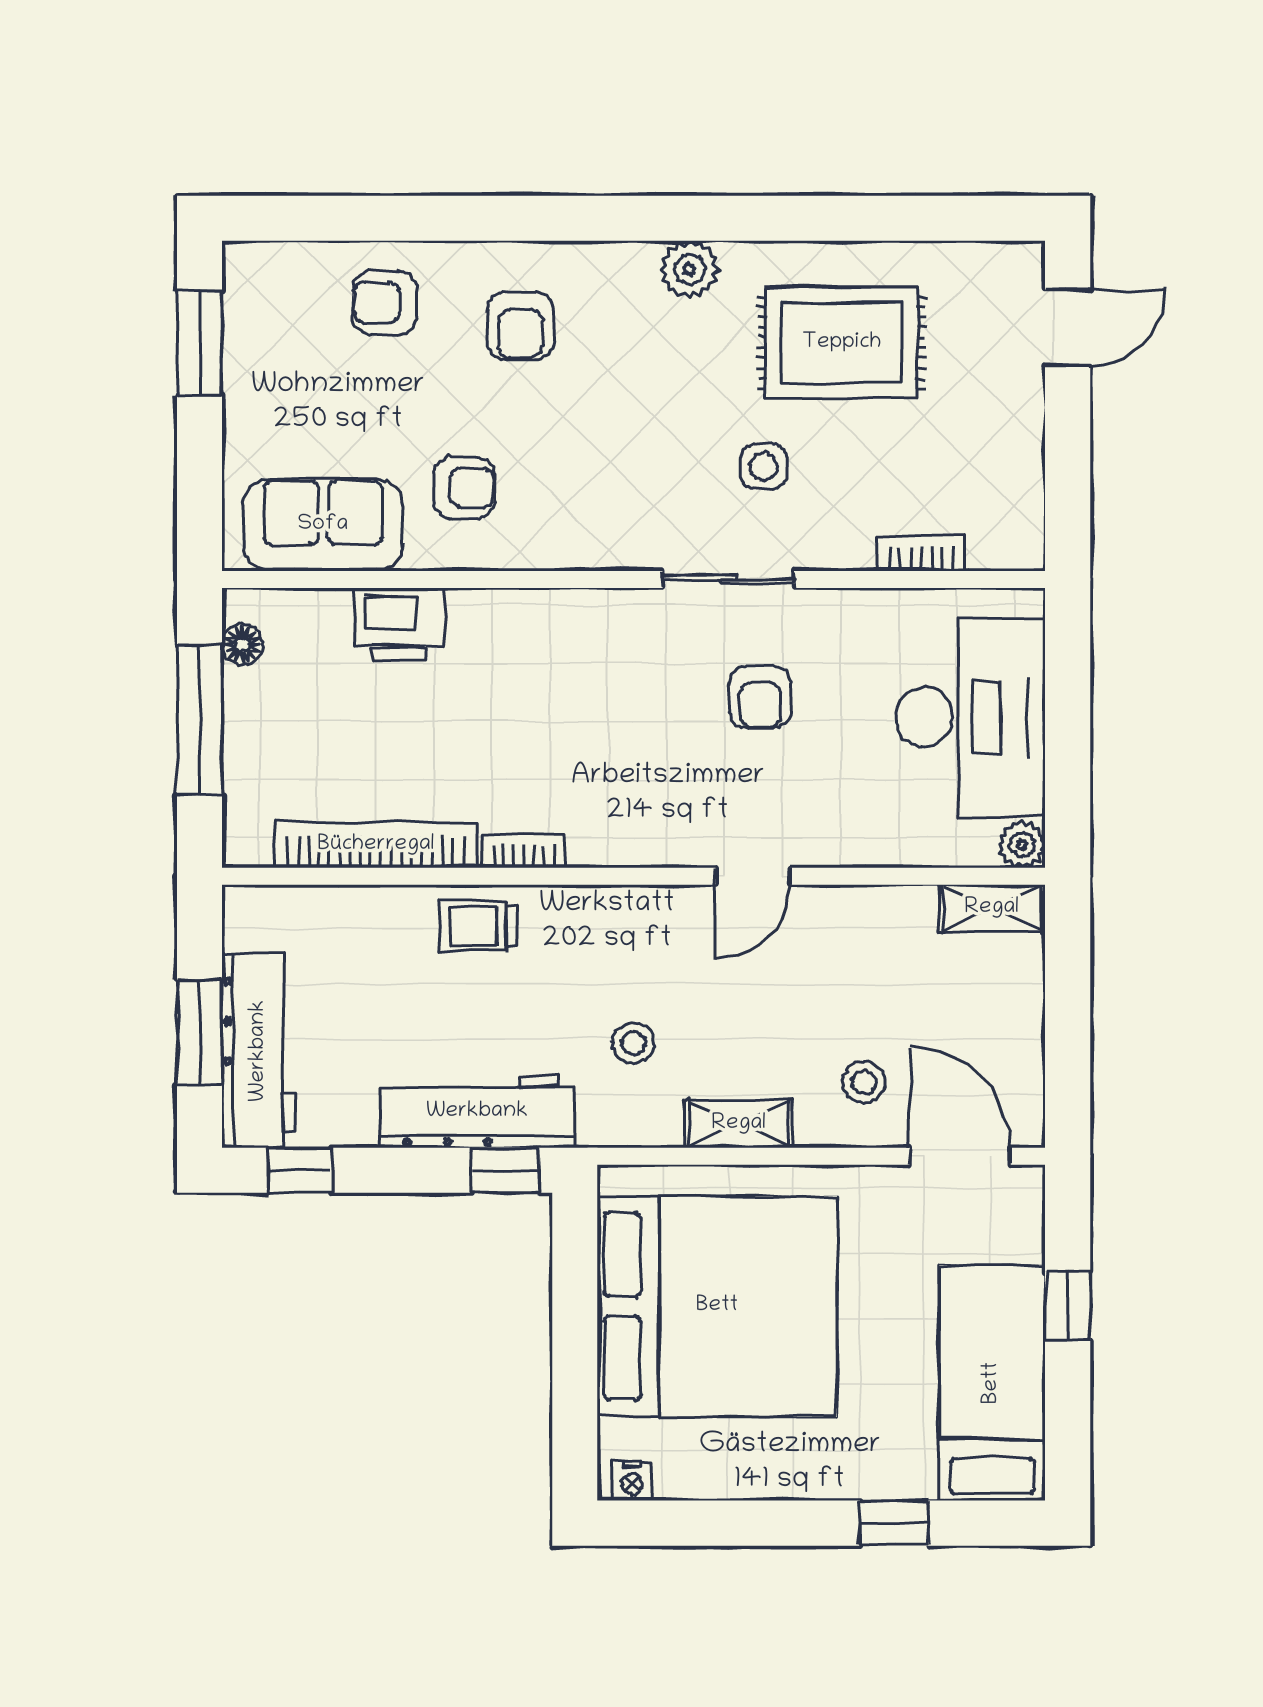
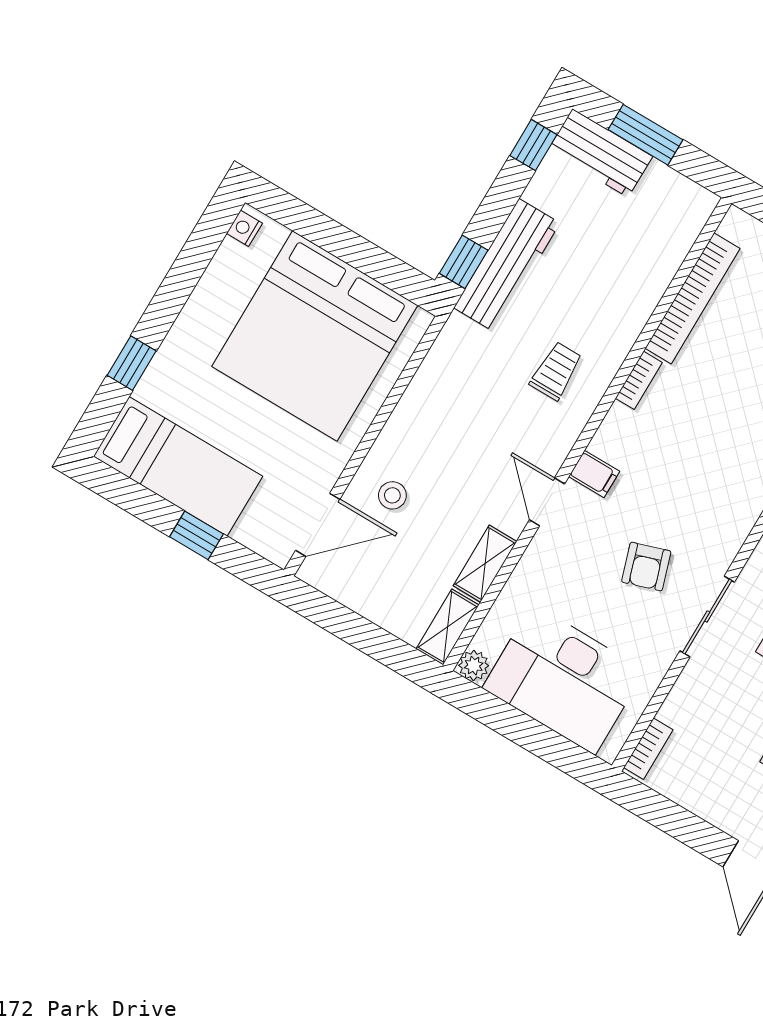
bookcase: (921, 553) -> (648, 749), moved
sliding door: (728, 579) -> (707, 616), moved
armchair: (760, 697) -> (646, 567), turned -108
filing cabinet: (680, 837) -> (594, 474), added
trolley: (478, 926) -> (556, 371), moved
stool: (633, 1043) -> (493, 378), removed
workbench: (259, 1051) -> (600, 153), width x0.73
shelving: (739, 1124) -> (485, 564), moved

